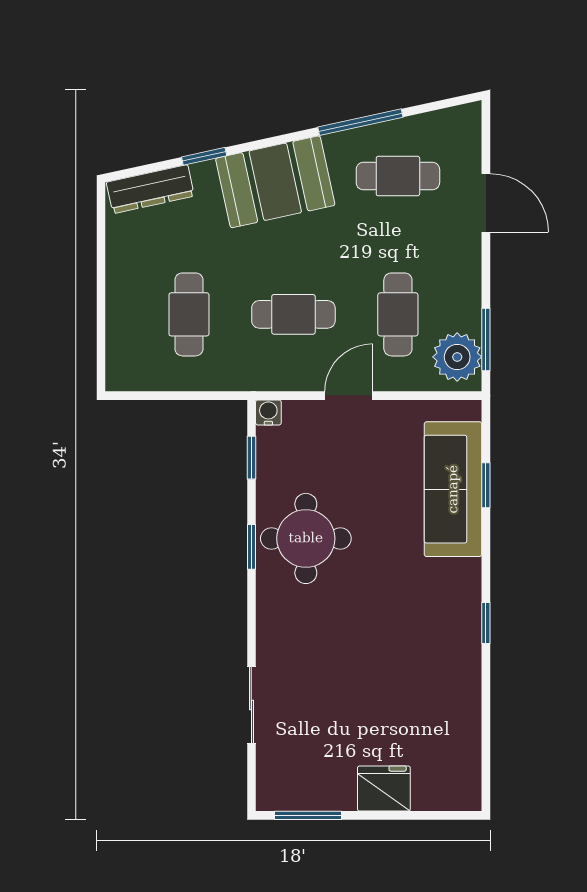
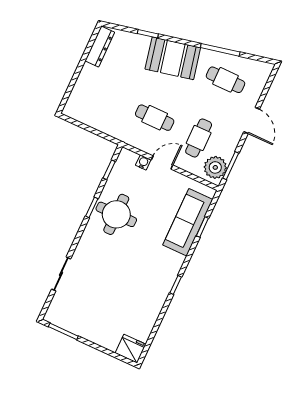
dresser: (150, 189) -> (100, 47), moved, turned -78
door: (486, 203) -> (252, 120), moved
cafe table: (189, 314) -> (111, 97), removed
water cooler: (268, 412) -> (143, 162), moved
fridge: (384, 788) -> (131, 349), moved

